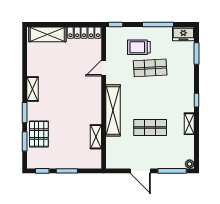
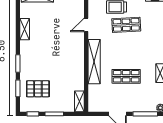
shelving: (33, 89) -> (25, 29), moved
pallet: (39, 134) -> (38, 89), moved, turned 90
shelving: (96, 137) -> (79, 101), moved

